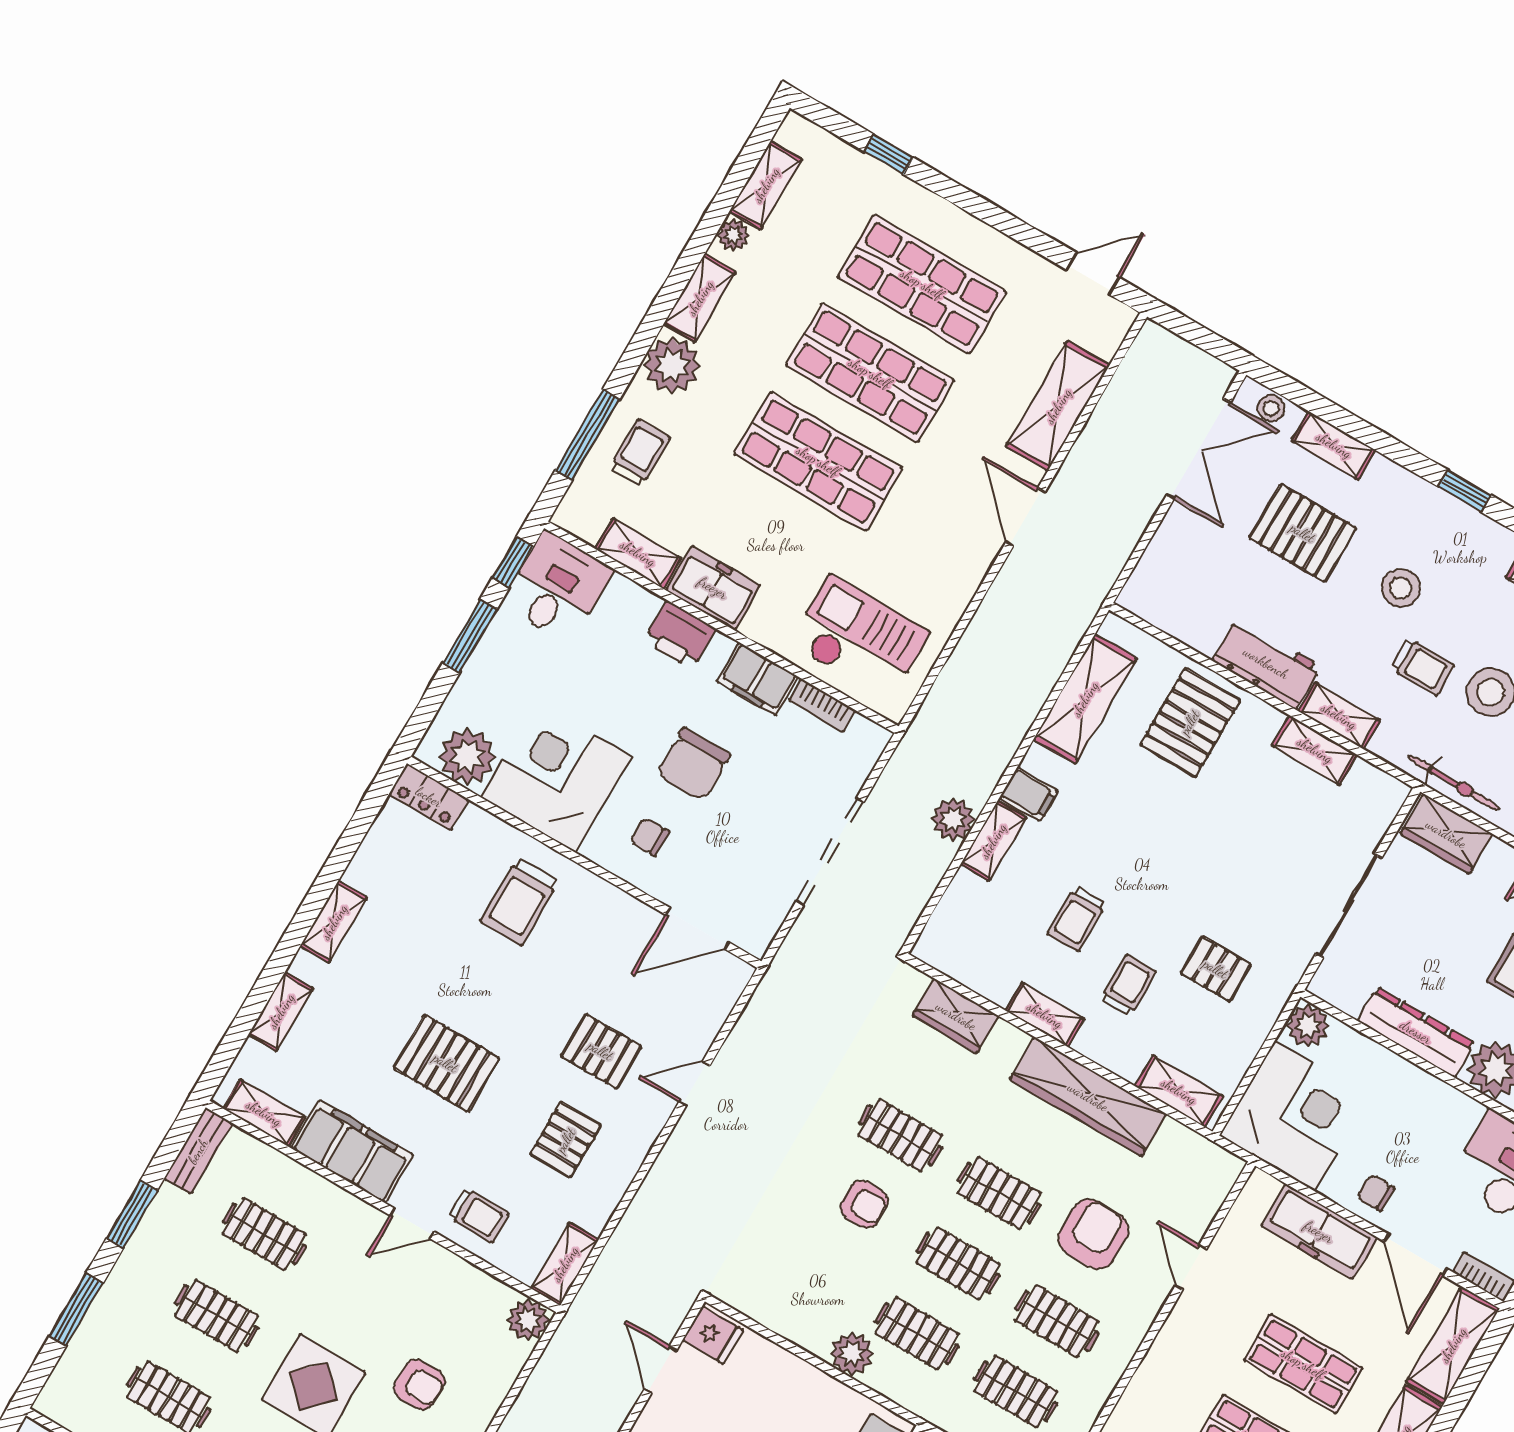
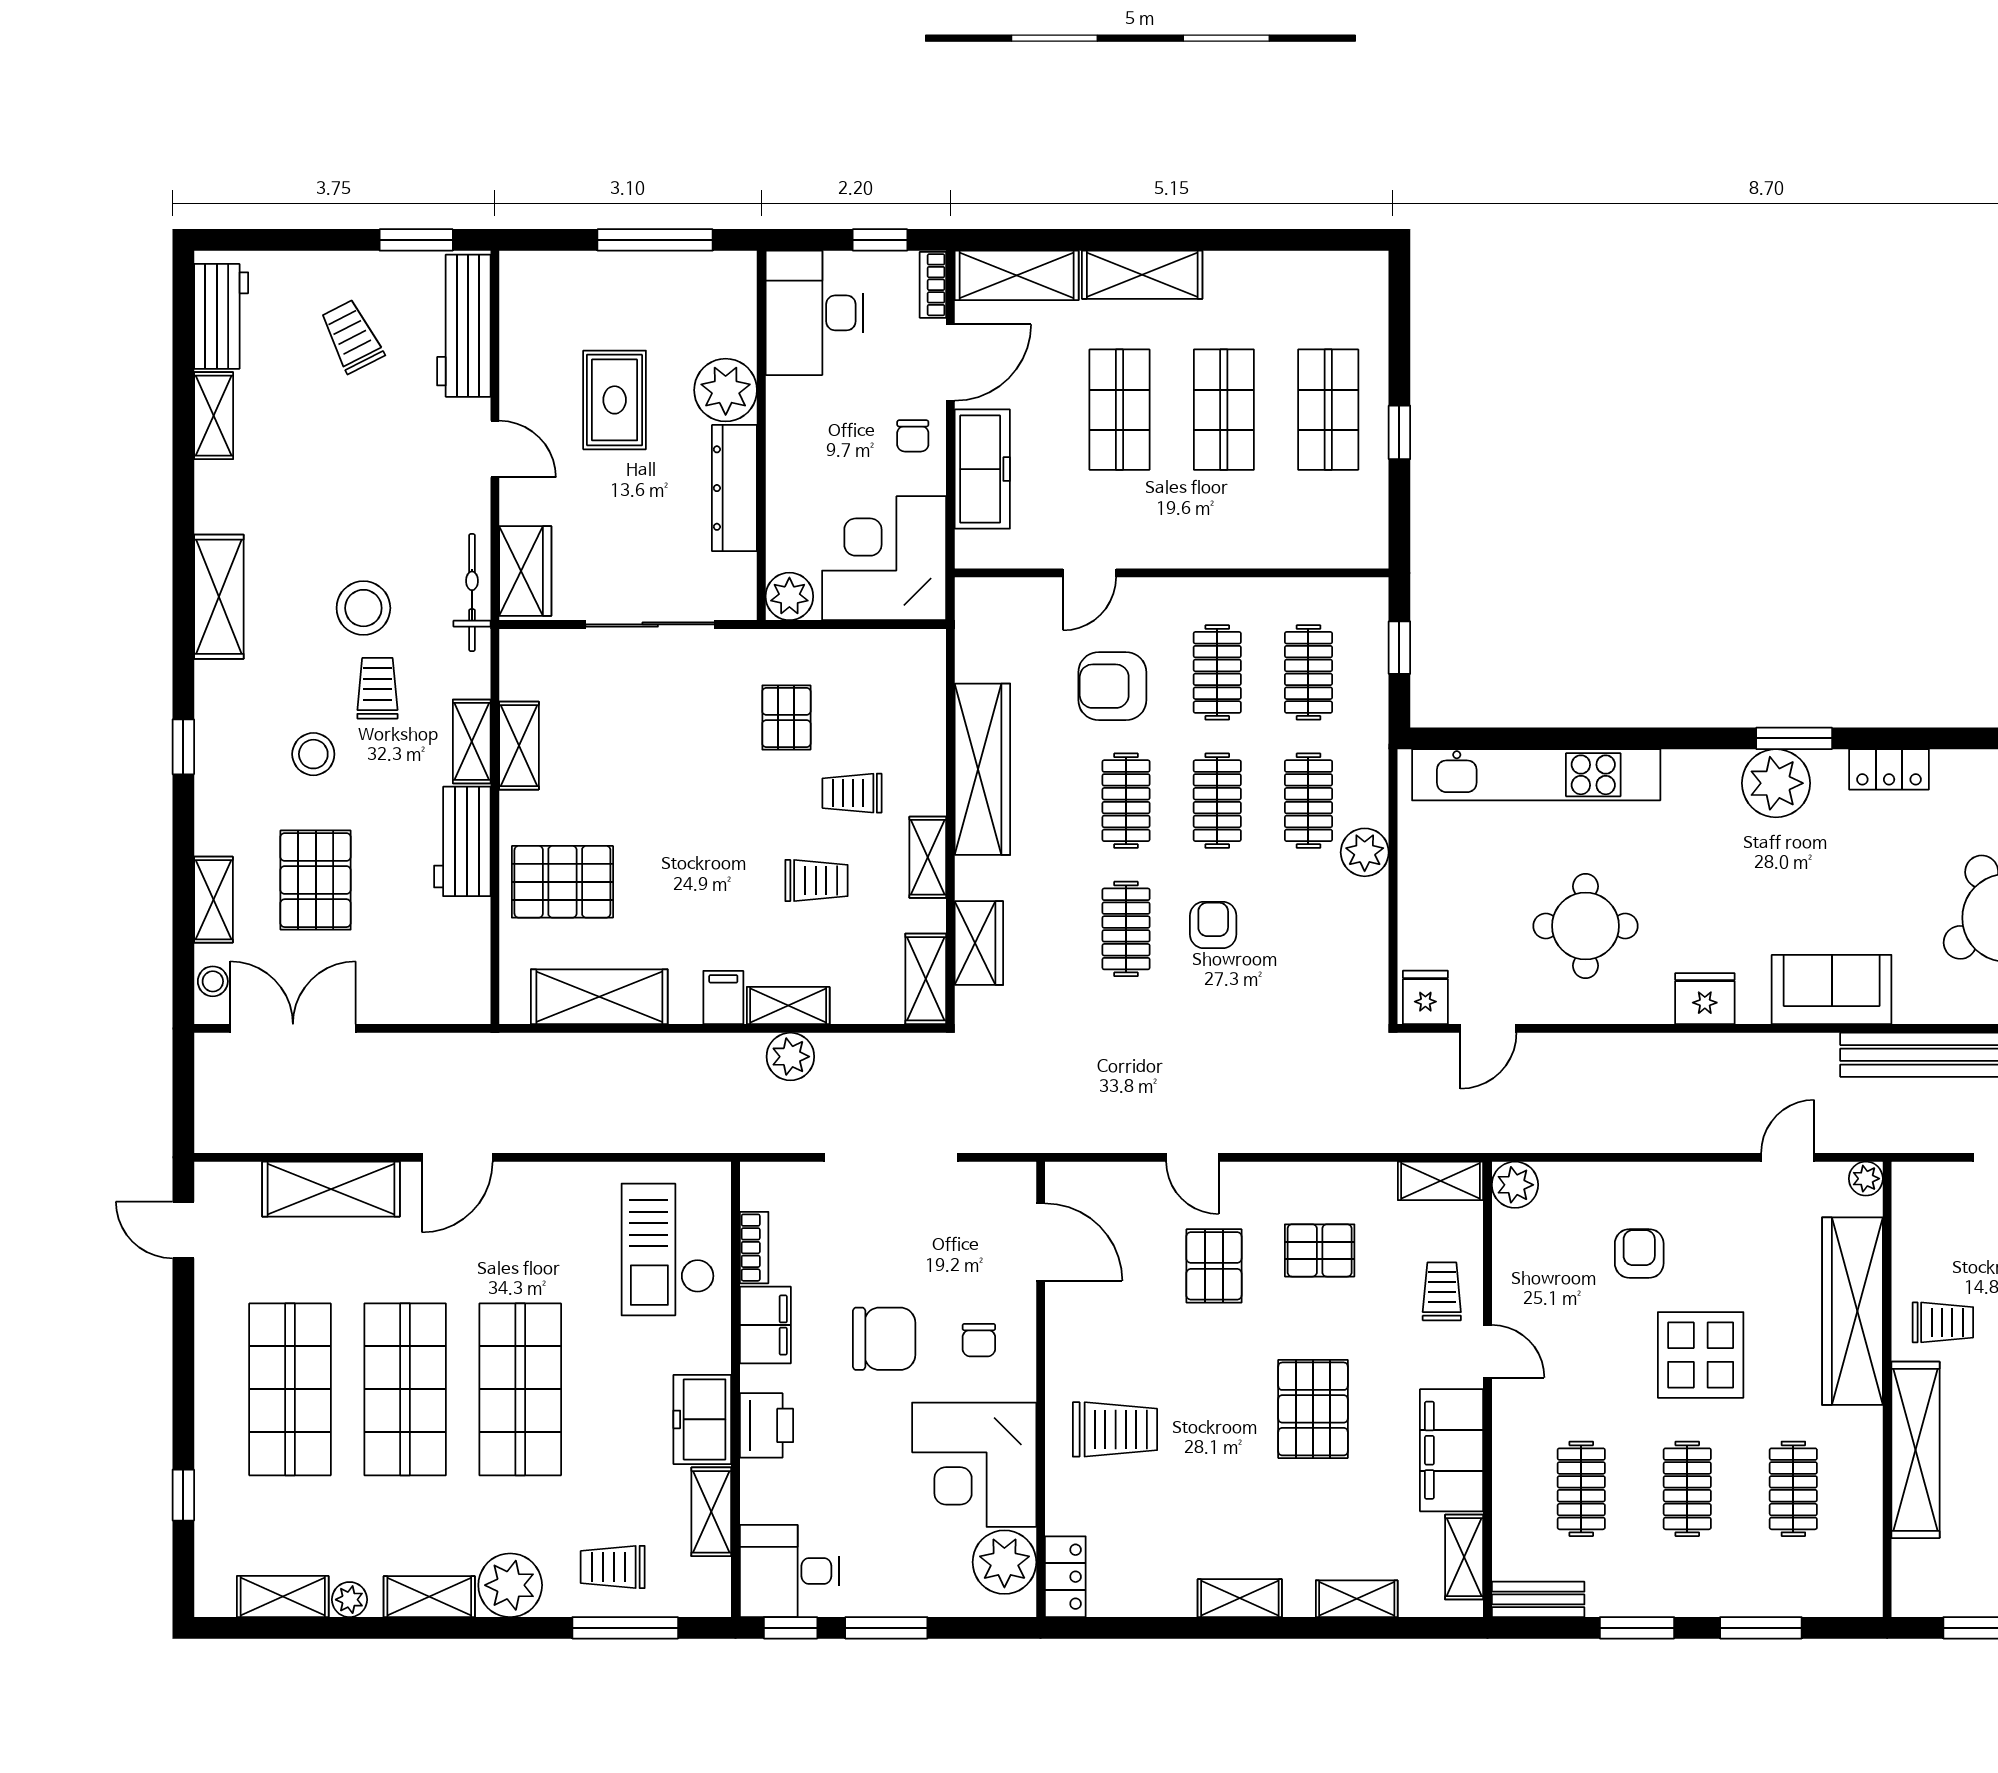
shelving: (1179, 1091) -> (926, 979), moved

